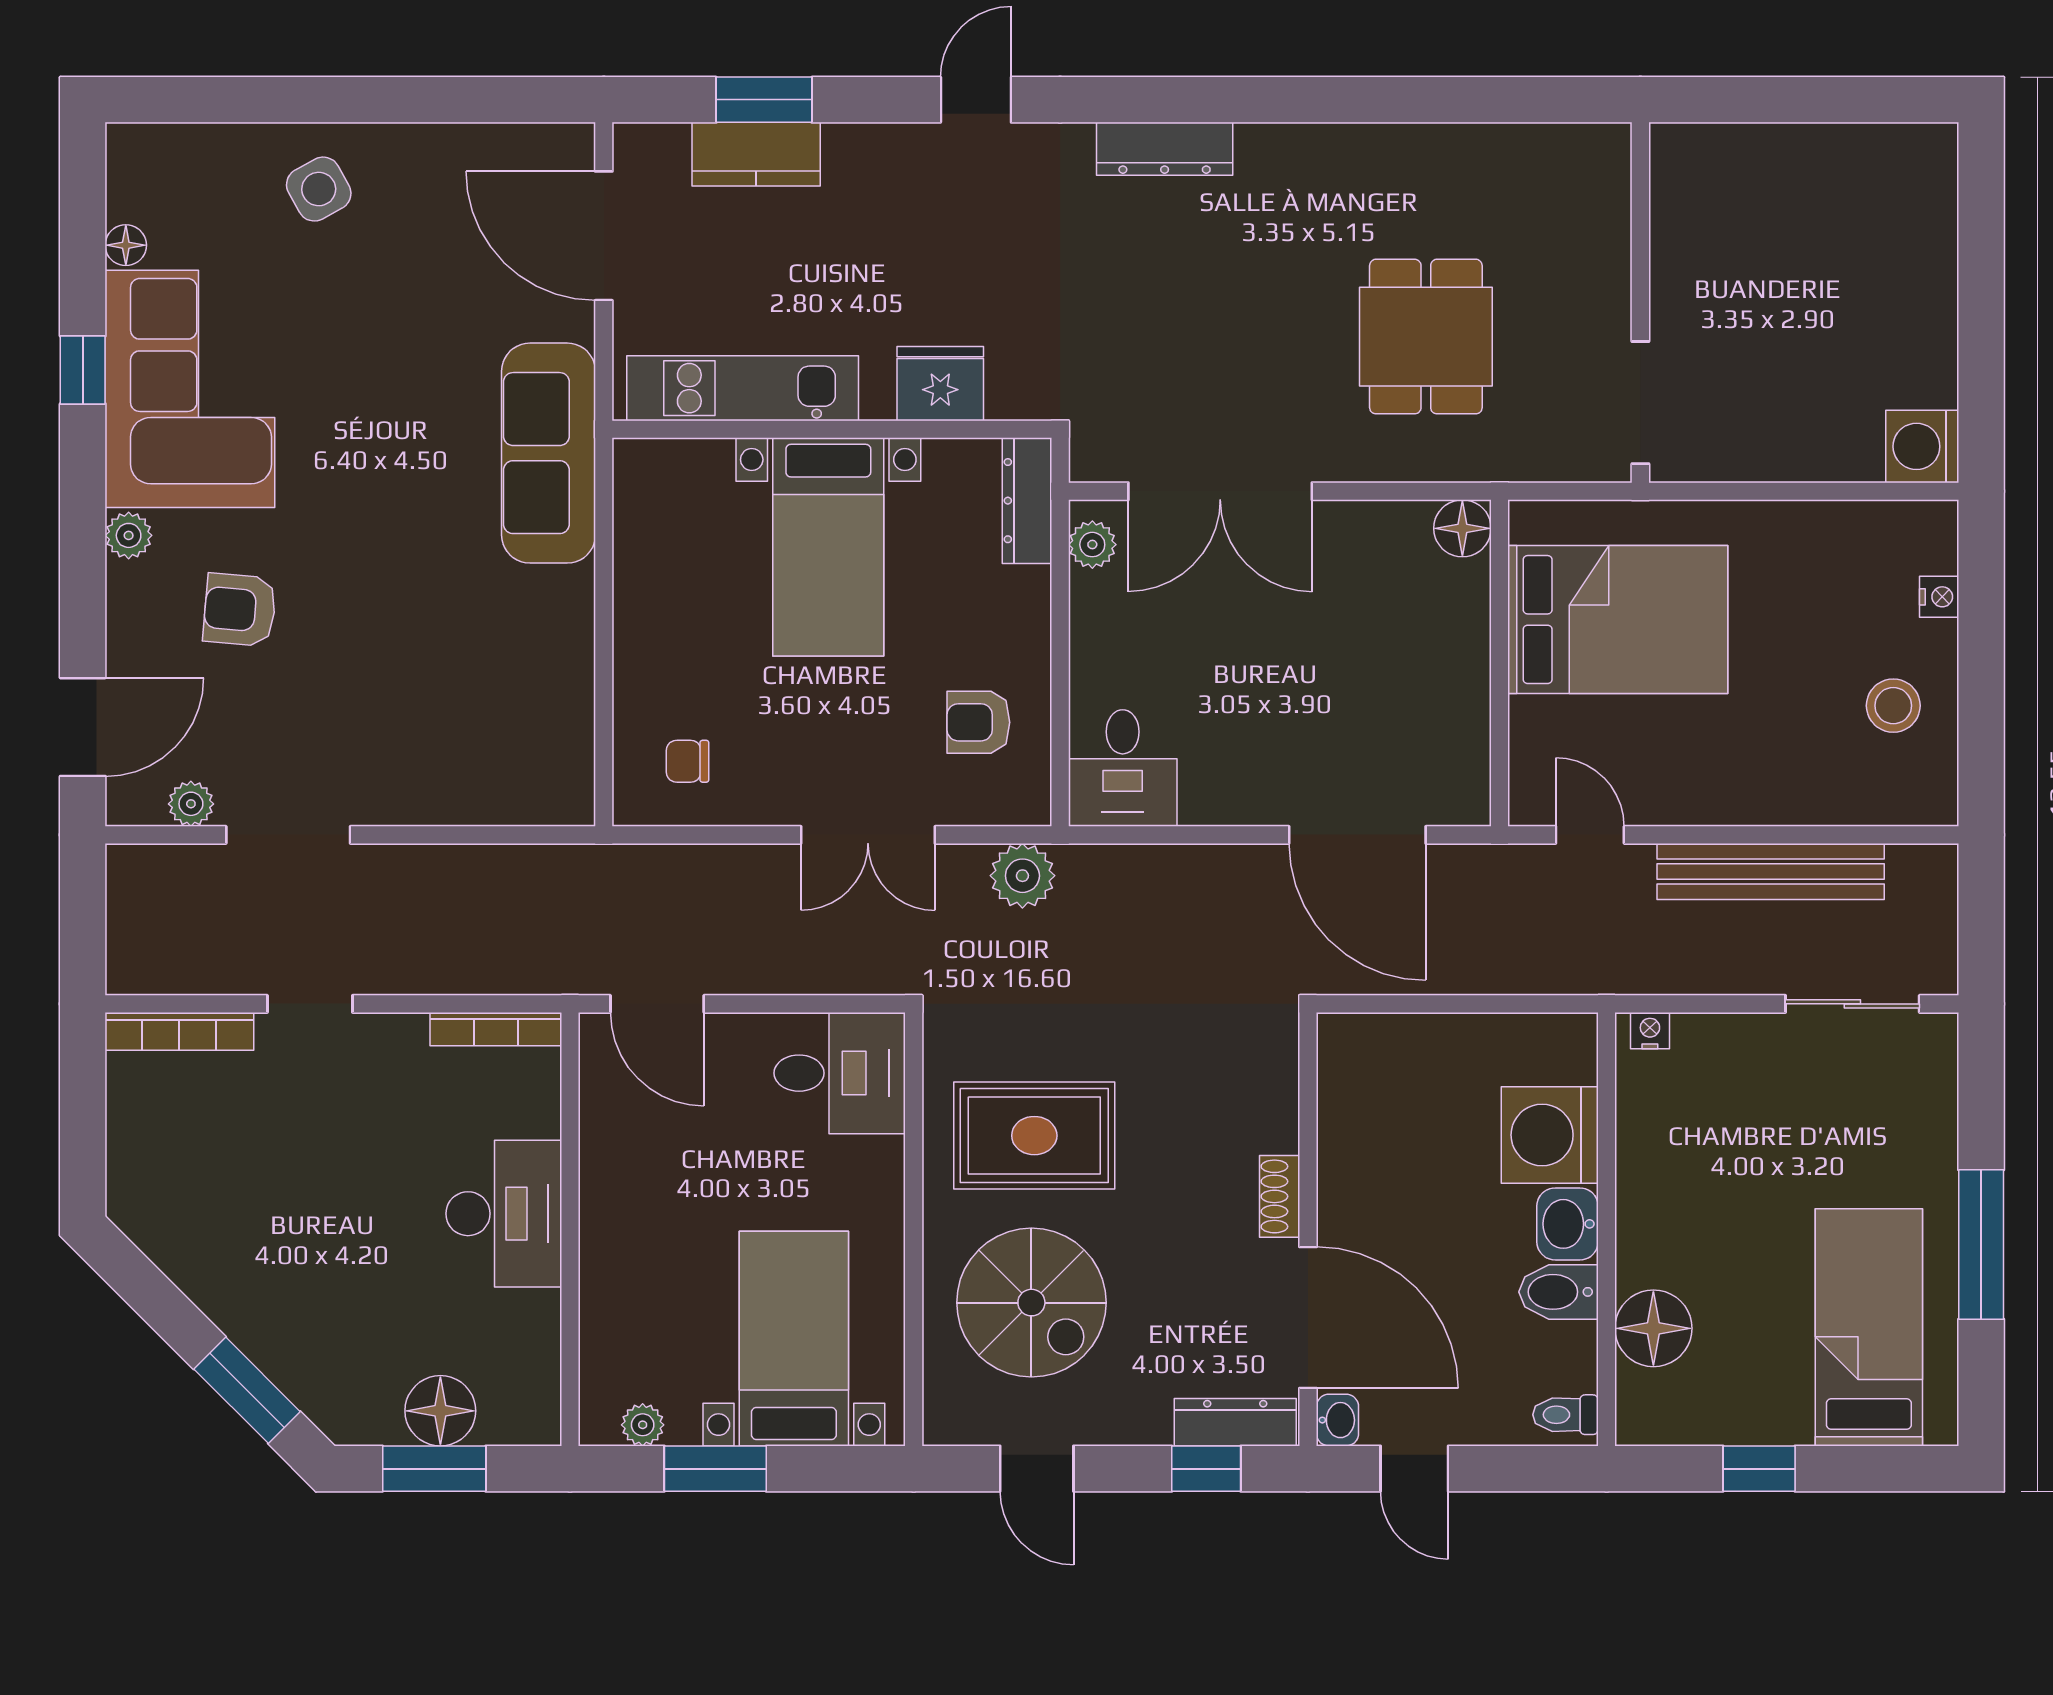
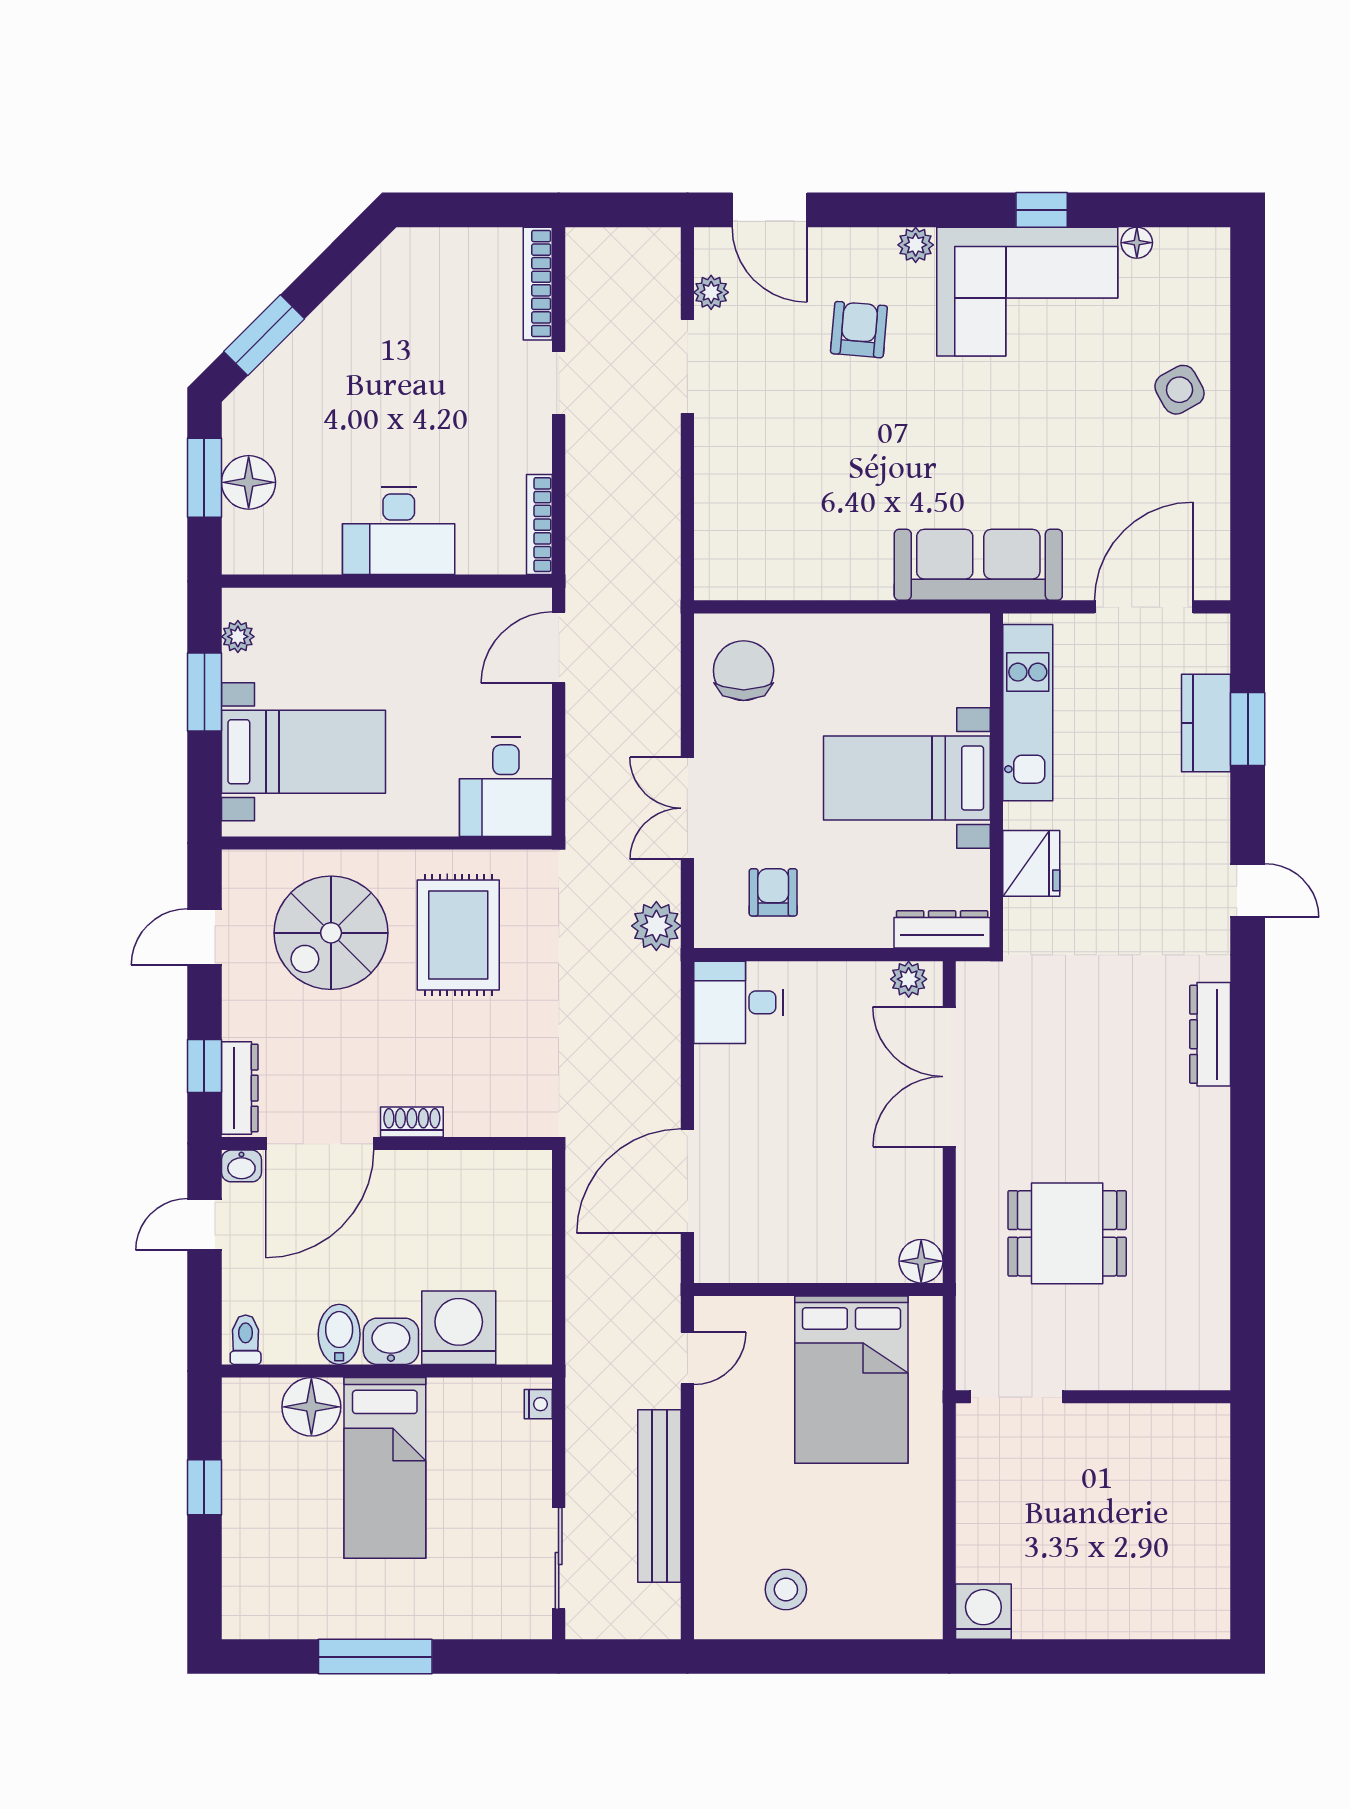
nightstand: (1939, 597) -> (869, 1624), removed
chair: (687, 761) -> (744, 671), width x1.87, depth x1.87
bed: (1869, 1327) -> (385, 1468), moved, turned 90

